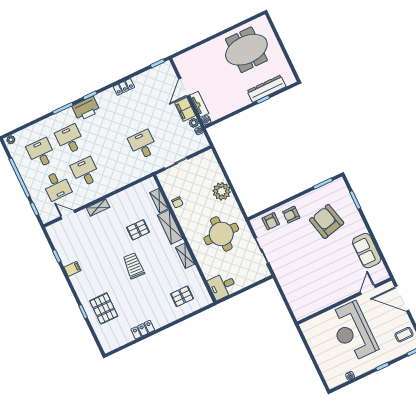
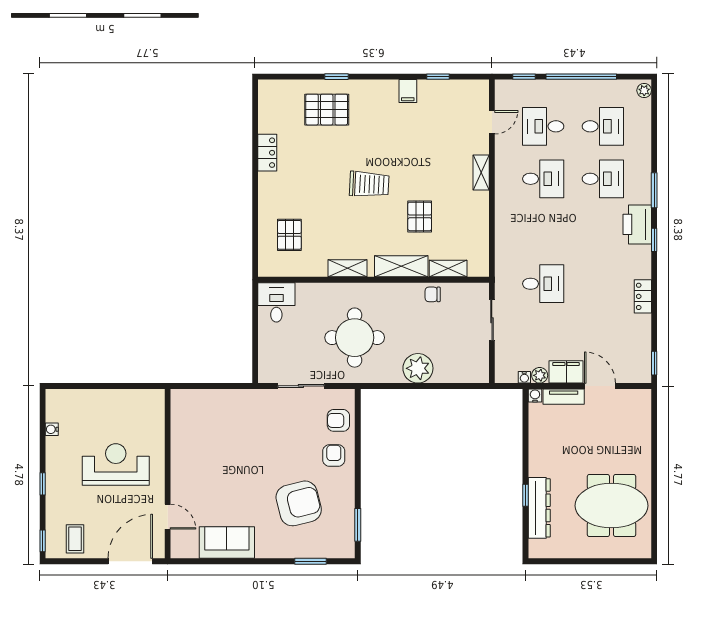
meeting table: (246, 50) -> (612, 506), turned 90
reception desk: (353, 332) -> (116, 464), width x0.74, depth x0.77

